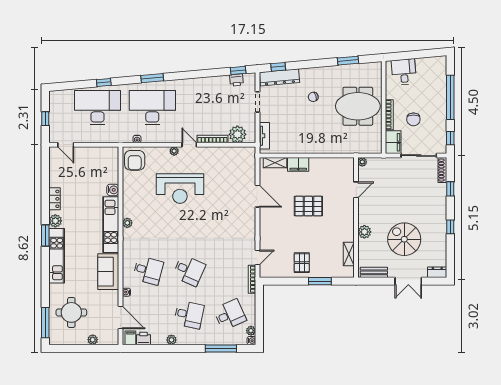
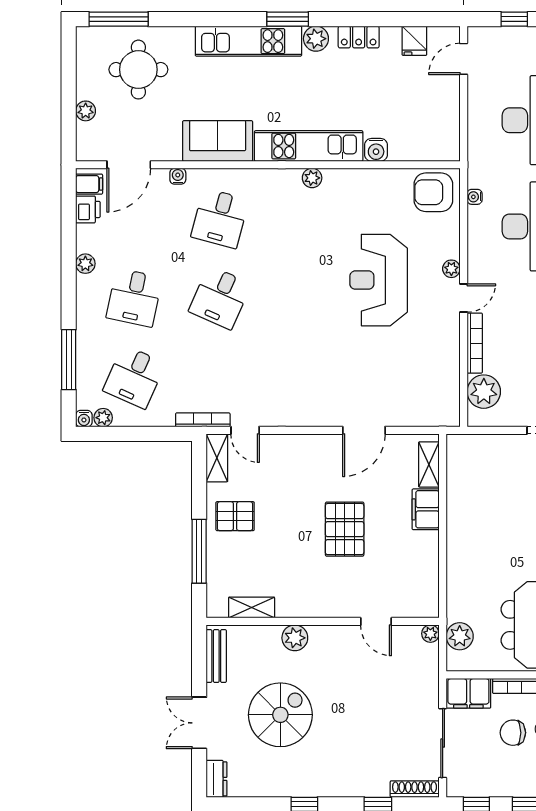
tv unit: (264, 136) -> (481, 444), removed
plant: (364, 147) -> (460, 636), added
fridge: (57, 170) -> (414, 41), added
shelving: (272, 272) -> (217, 458), added
window: (320, 281) -> (199, 551), width x1.44
desk: (230, 315) -> (134, 377), turned 48

